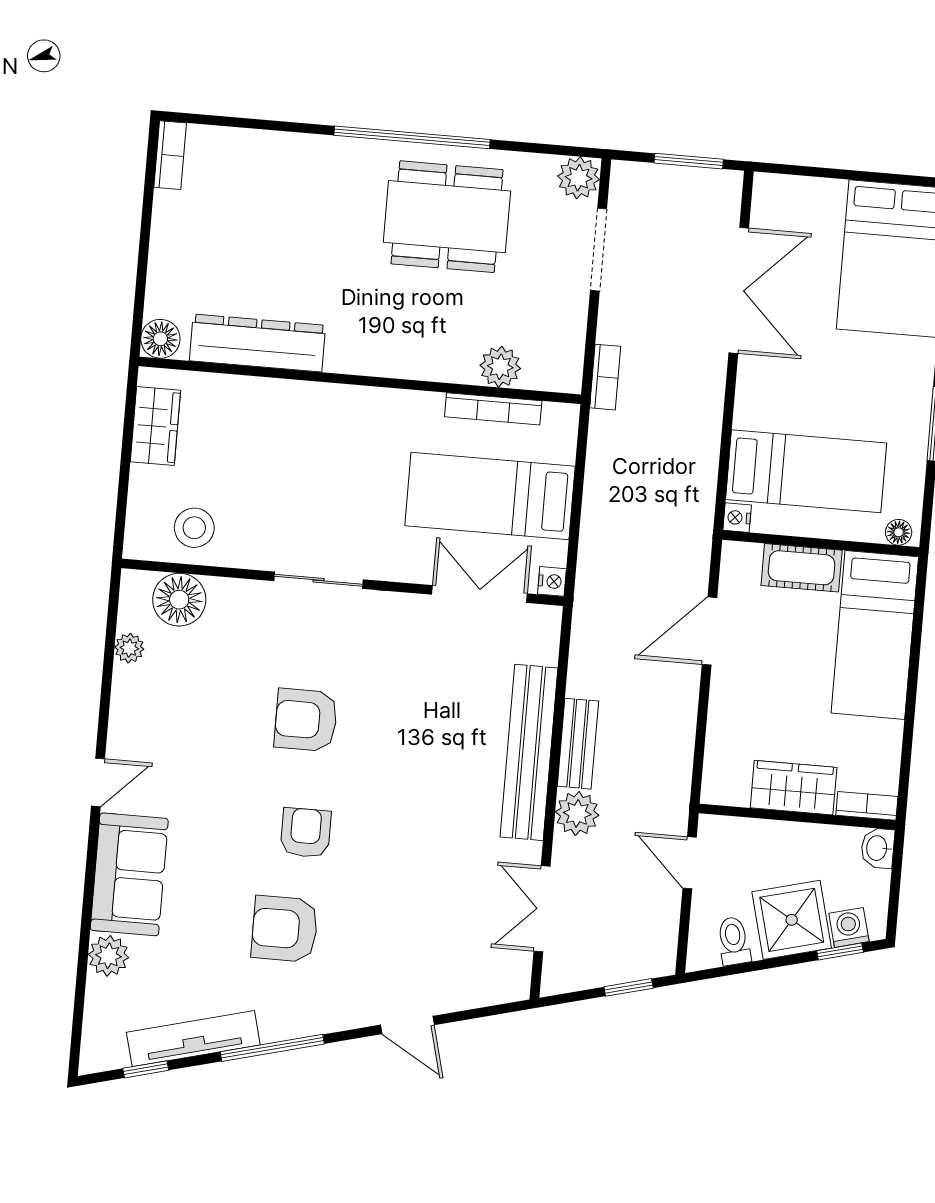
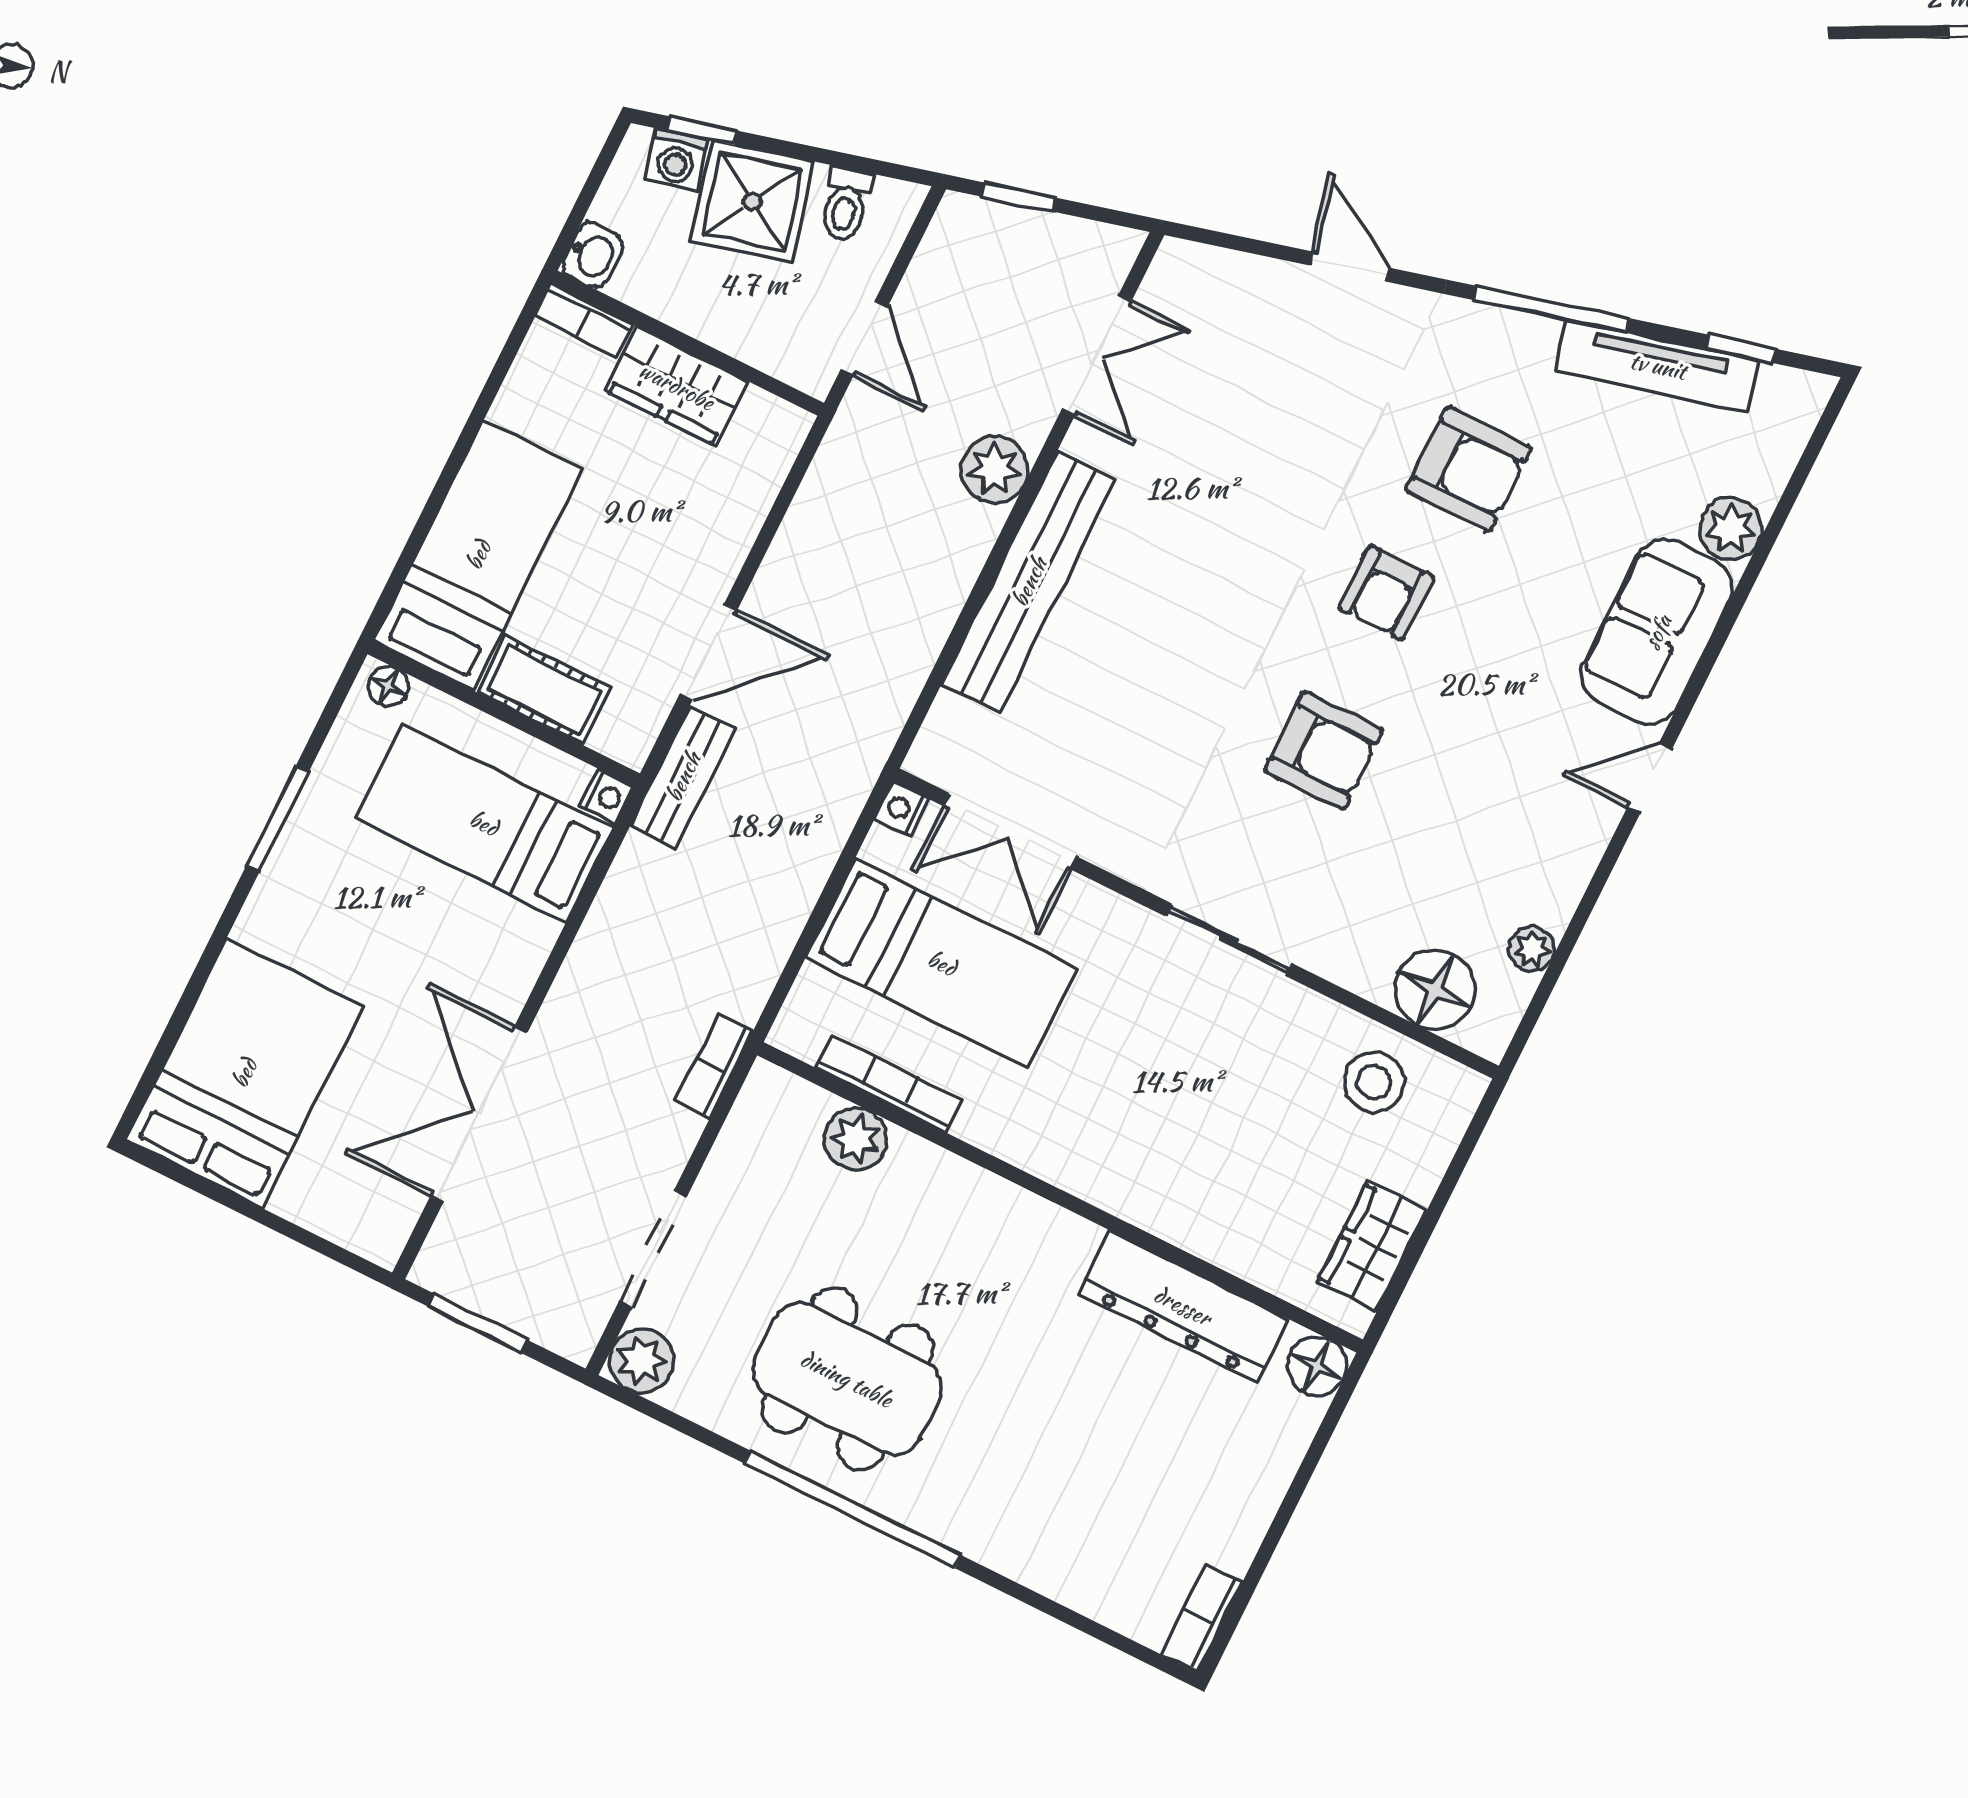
bench: (578, 744) -> (683, 777), moved

